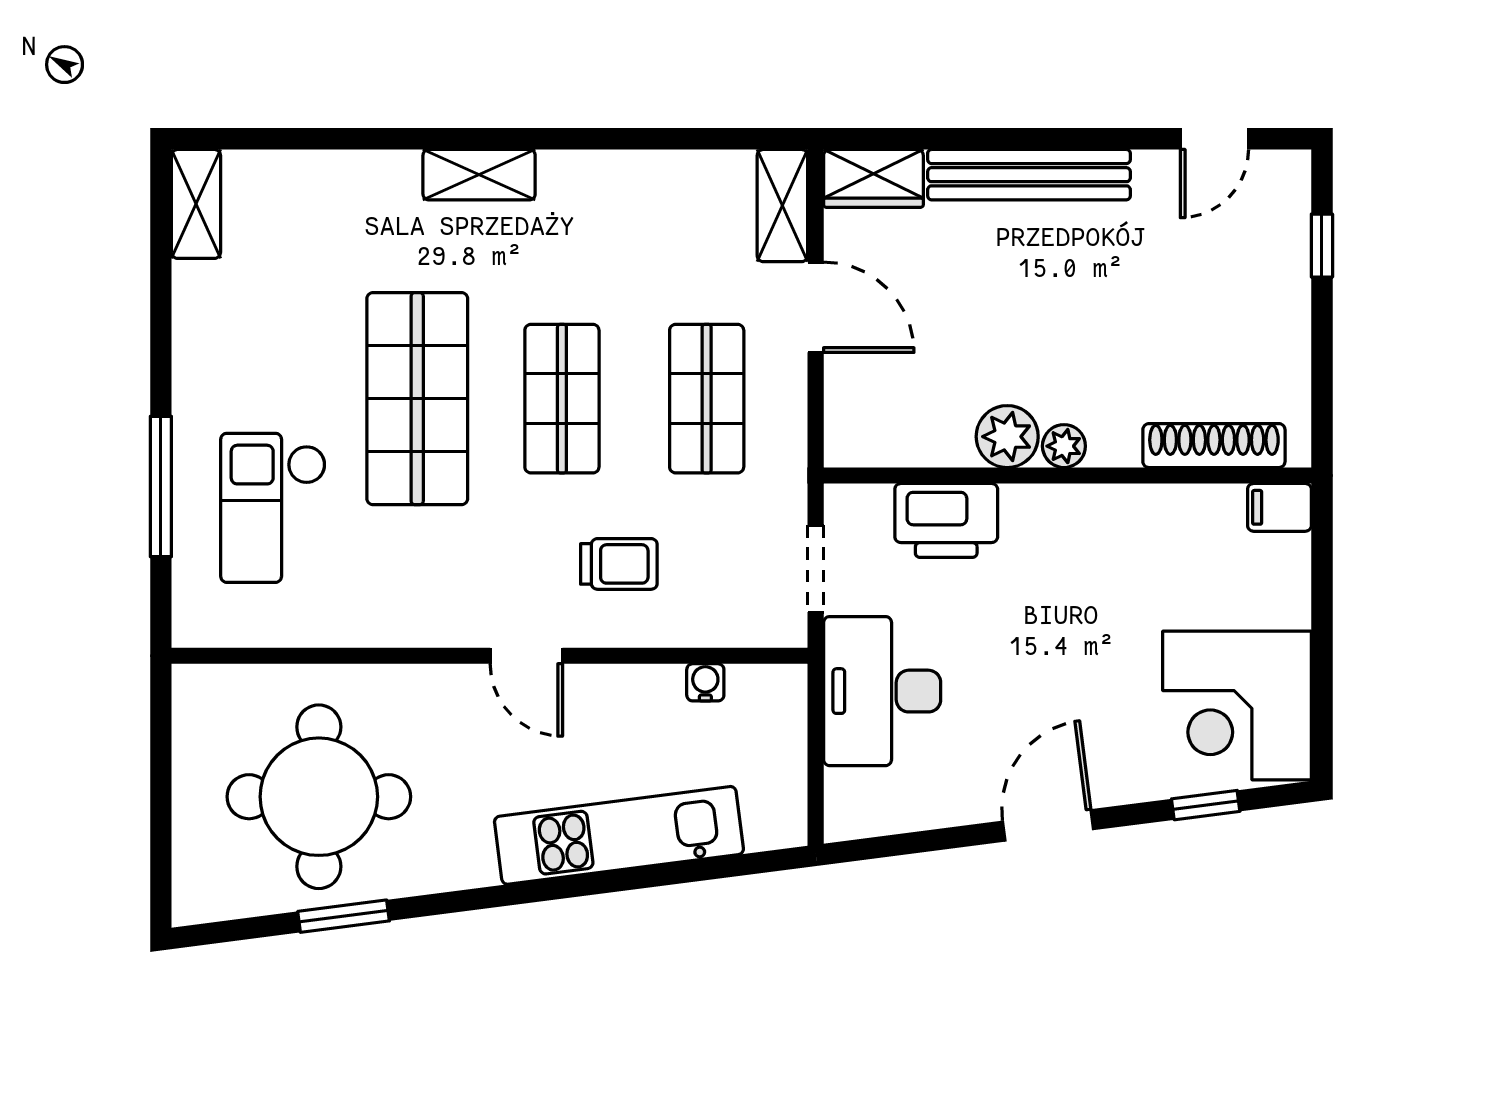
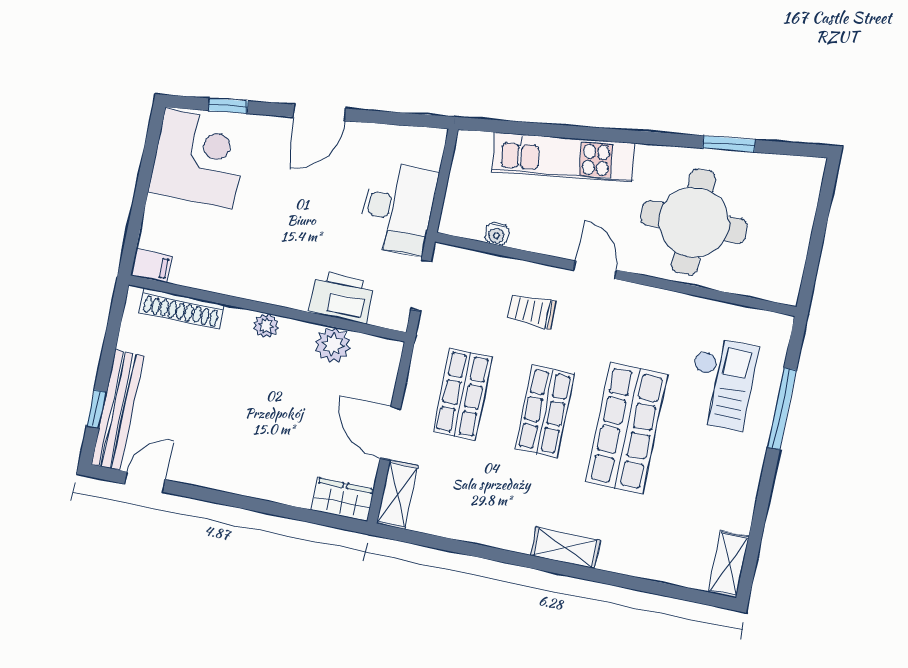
bench: (1029, 175) -> (117, 410), moved, turned 90
plant: (1007, 437) -> (333, 345), moved
round table: (319, 797) -> (694, 222), moved

